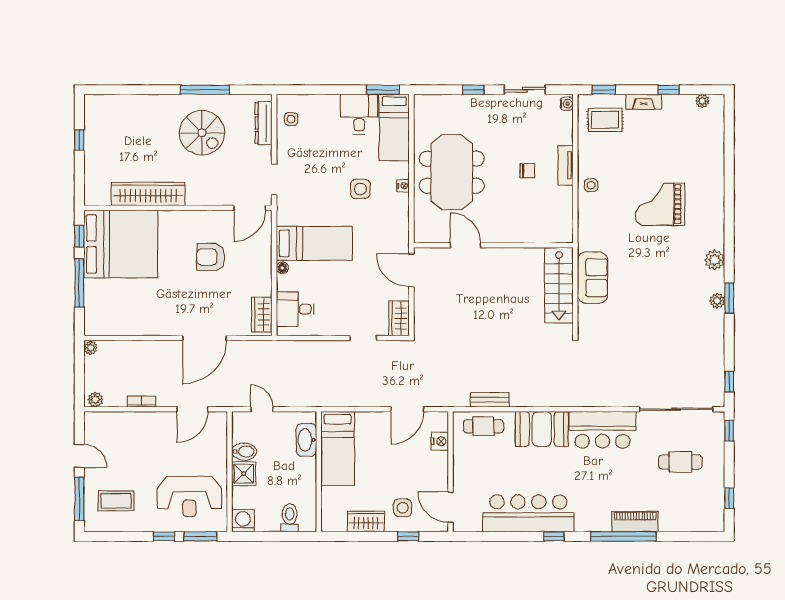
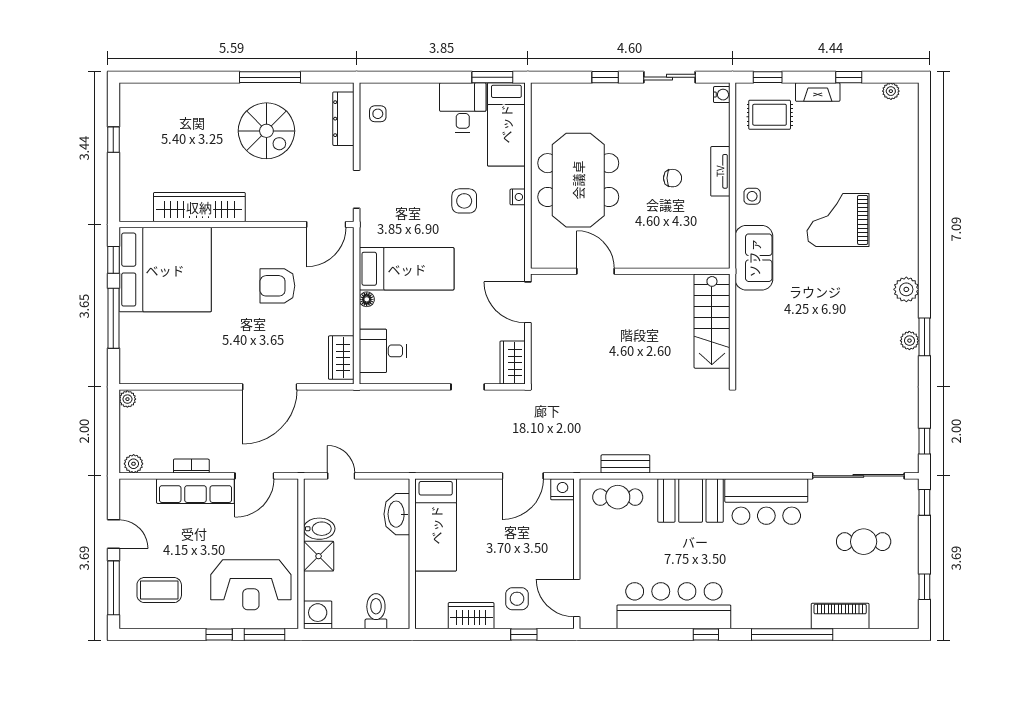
sofa: (593, 278) -> (754, 258), moved
row of seats: (145, 421) -> (195, 491), added
nightstand: (440, 441) -> (562, 489), moved, turned -90
piano: (635, 522) -> (840, 616), moved

